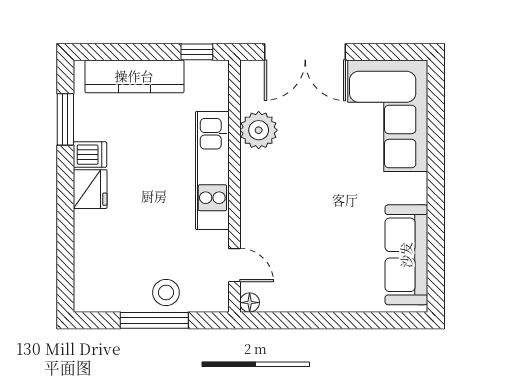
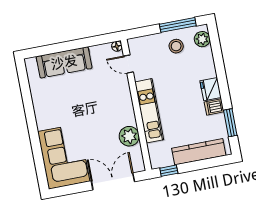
sofa: (406, 255) -> (64, 62), moved, turned 90
plant: (88, 285) -> (202, 39), added
stool: (166, 292) -> (176, 46), moved
window: (154, 320) -> (178, 25), moved

